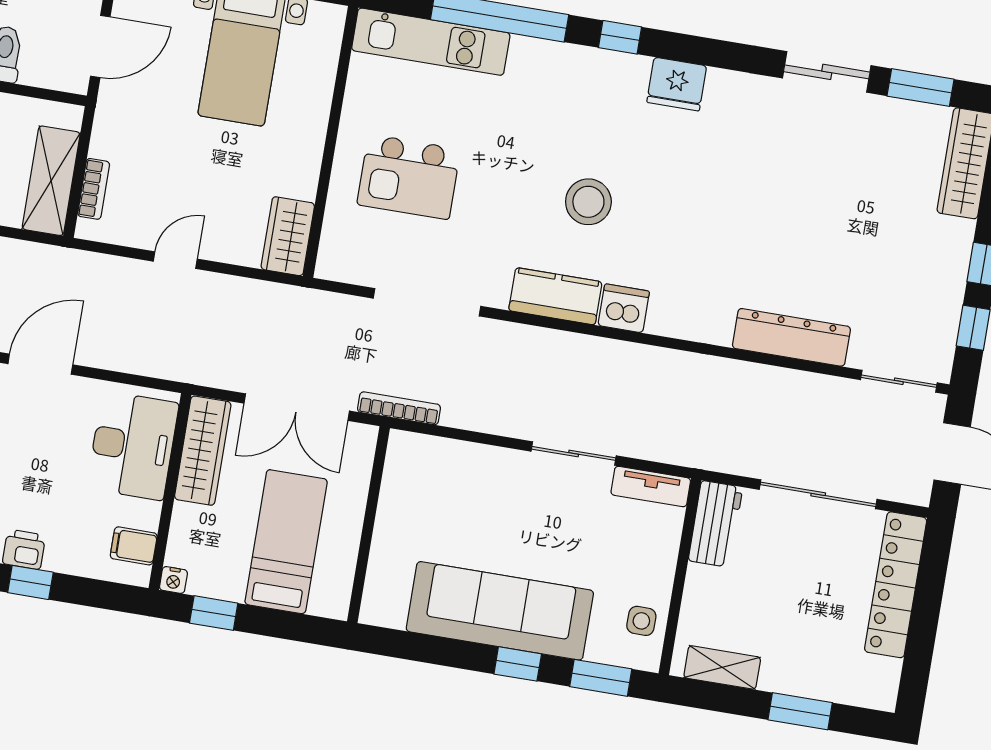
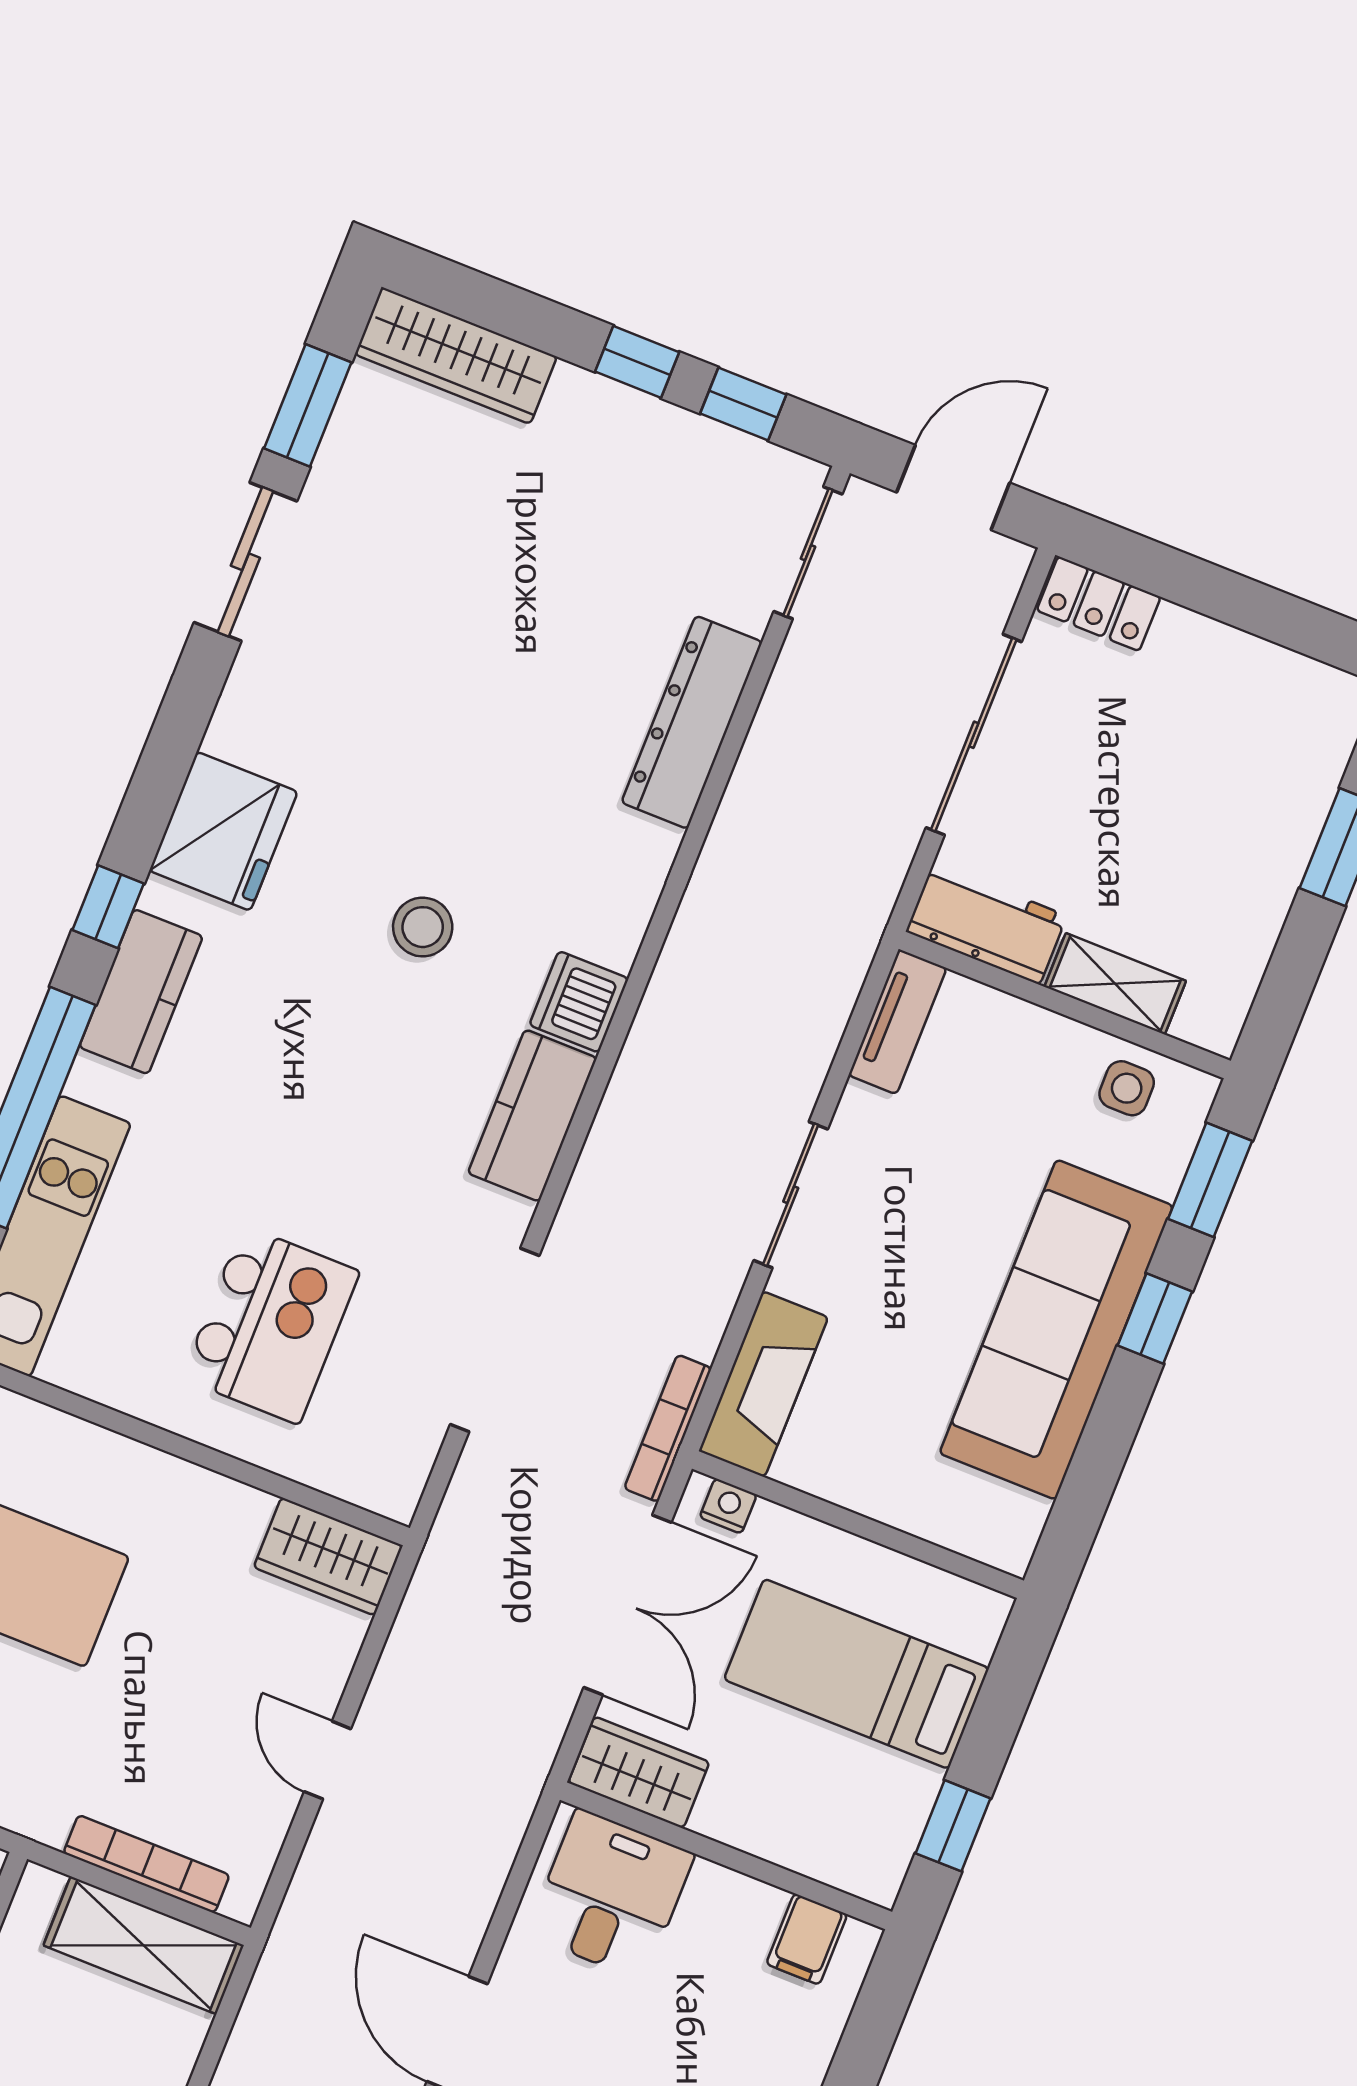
kitchen counter: (577, 66) -> (141, 992), added
fridge: (677, 84) -> (223, 831), width x1.36, depth x1.34
bookcase: (94, 189) -> (146, 1864), width x1.56
stool: (588, 202) -> (423, 927), moved, width x0.73, depth x0.73
desk: (133, 446) -> (611, 1894), width x0.73
wardrobe: (203, 451) -> (639, 1772), width x0.67
sliding door: (574, 453) -> (791, 1195), moved
fireplace: (435, 456) -> (763, 1384), added
nightstand: (173, 580) -> (728, 1506), moved, turned -90
locker: (896, 585) -> (1099, 604), width x0.46, depth x0.83
shelving: (722, 667) -> (1115, 984), moved, turned 90

